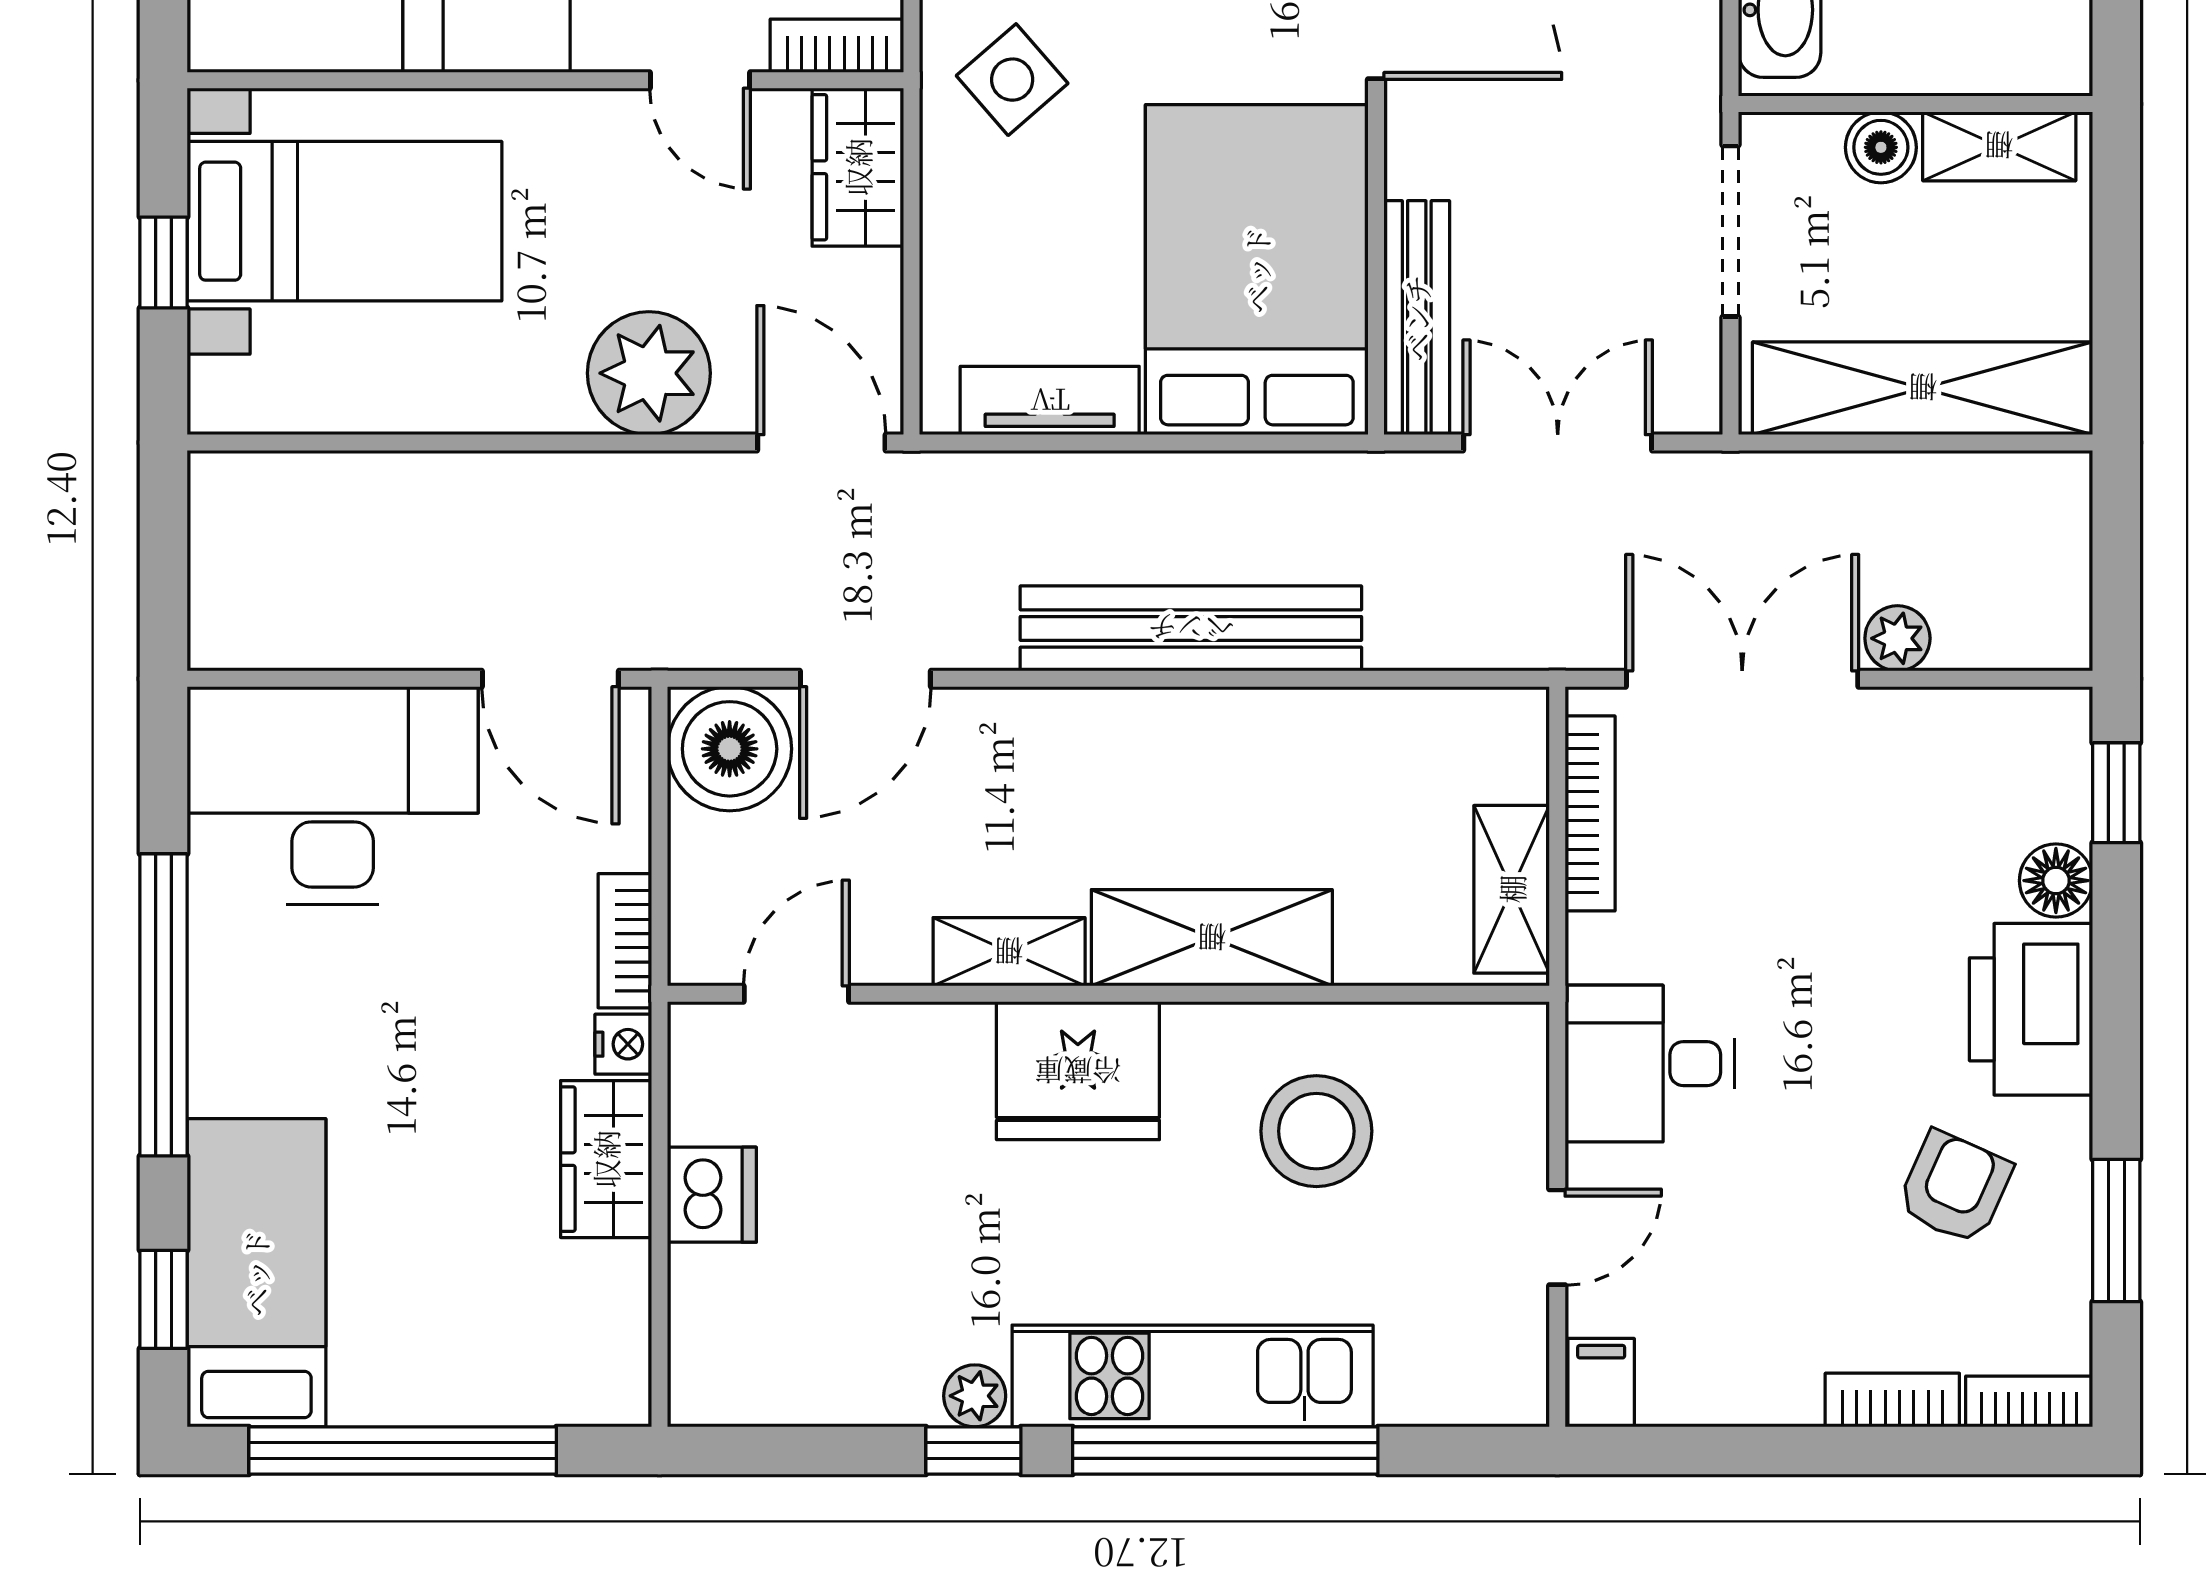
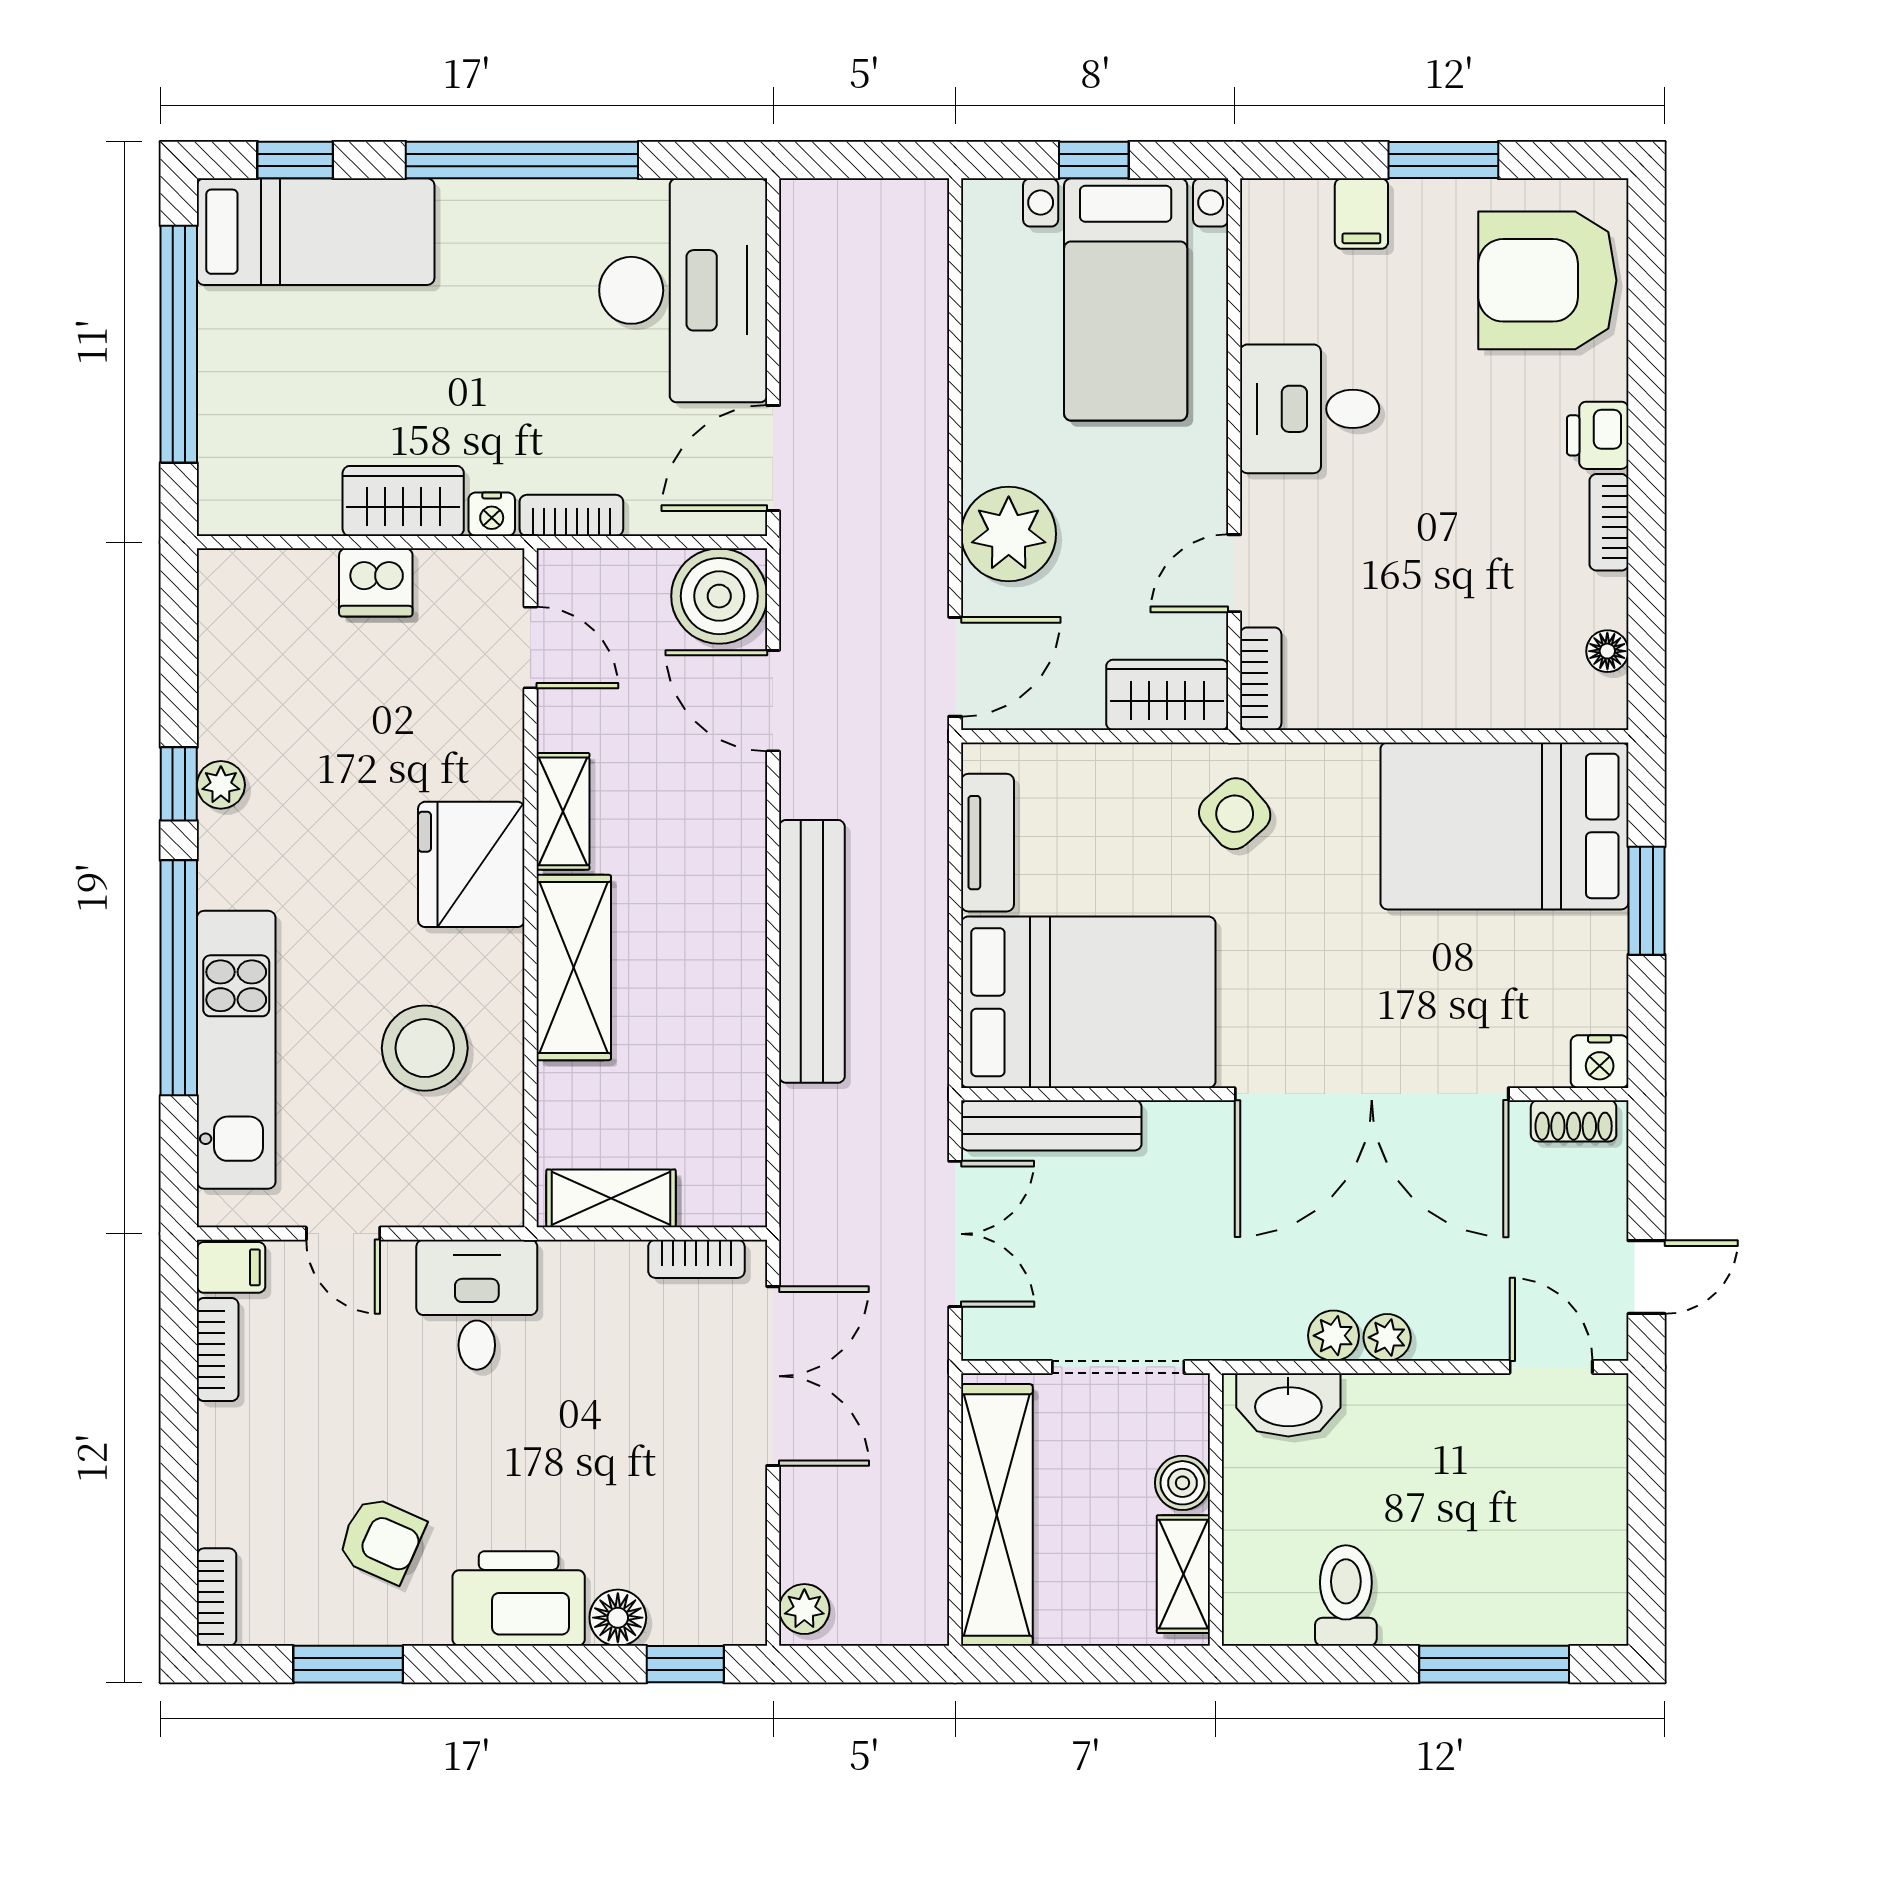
plant: (1897, 638) -> (804, 1609), moved
bookcase: (1590, 813) -> (696, 1259), width x0.64
kitchen unit: (1193, 1376) -> (236, 1050), moved
bookcase: (1892, 1400) -> (218, 1349), moved

